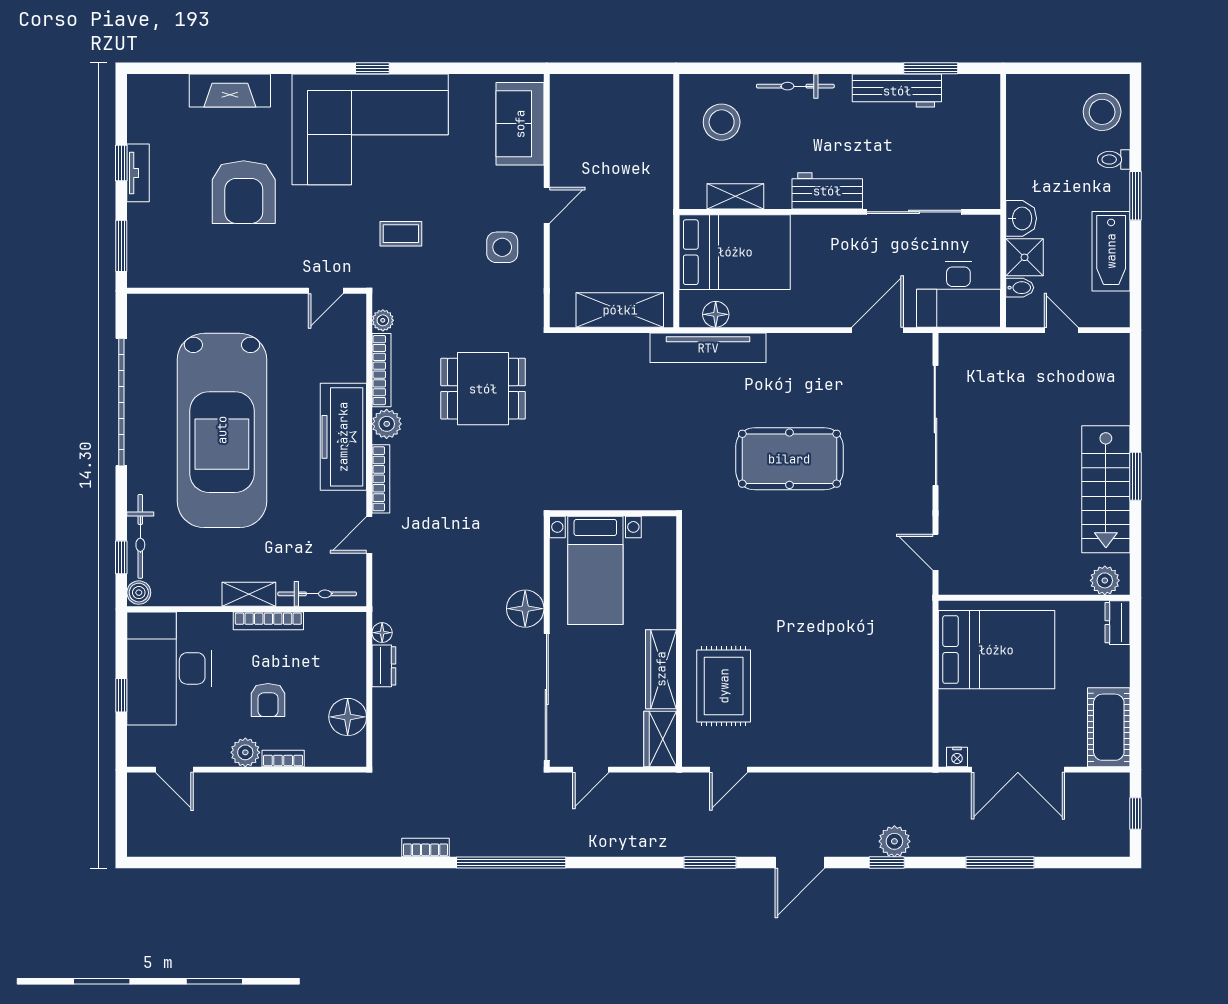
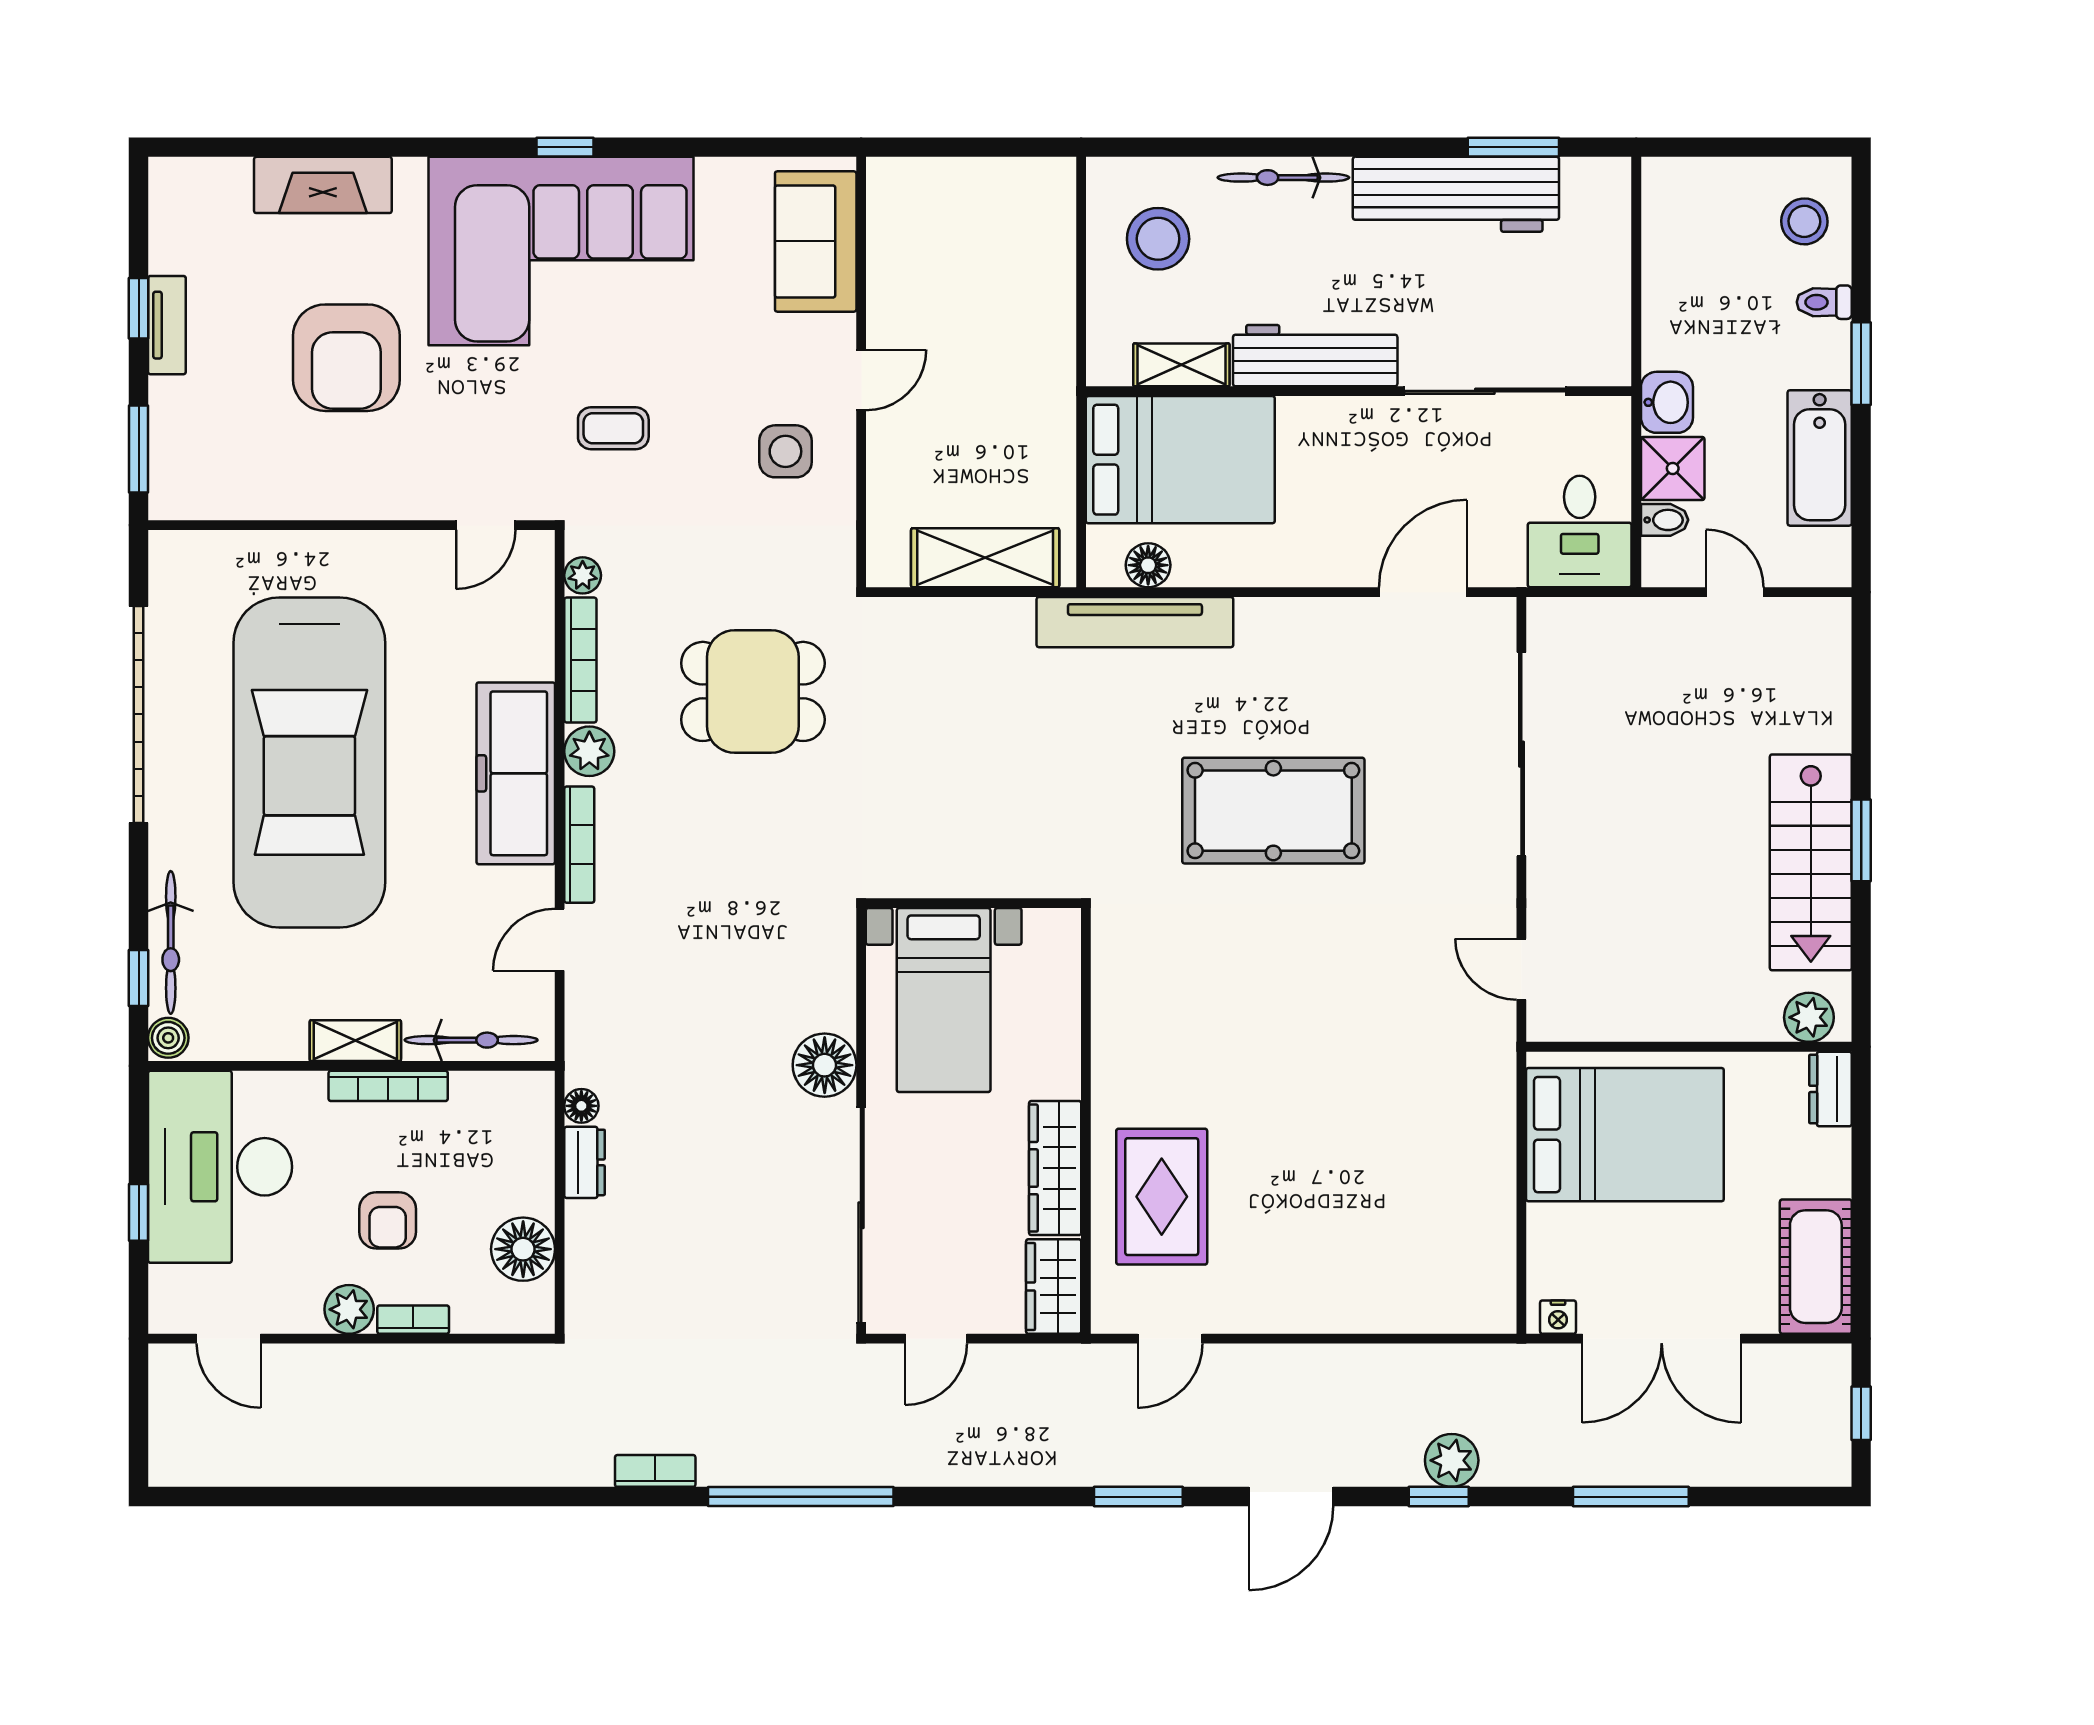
workbench: (897, 91) -> (1456, 194), width x1.36, depth x1.32
stool: (1102, 112) -> (1804, 221), width x0.73, depth x0.73
workbench: (827, 191) -> (1315, 356), width x1.37
desk: (958, 294) -> (1580, 532), width x0.73

